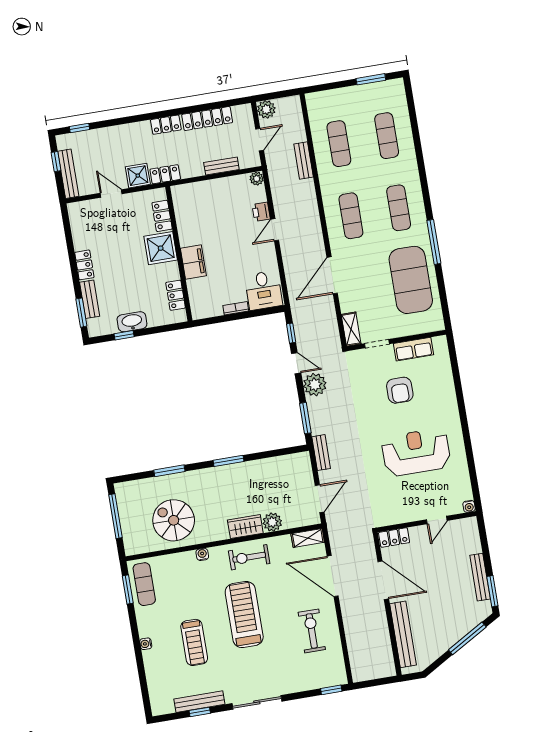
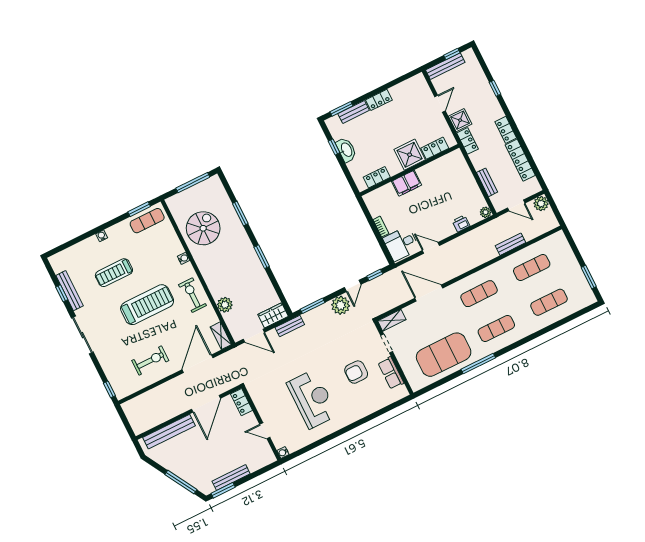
window: (80, 128) -> (495, 88), moved
door: (275, 230) -> (431, 248), moved
wardrobe: (245, 527) -> (273, 315), moved, turned -90

